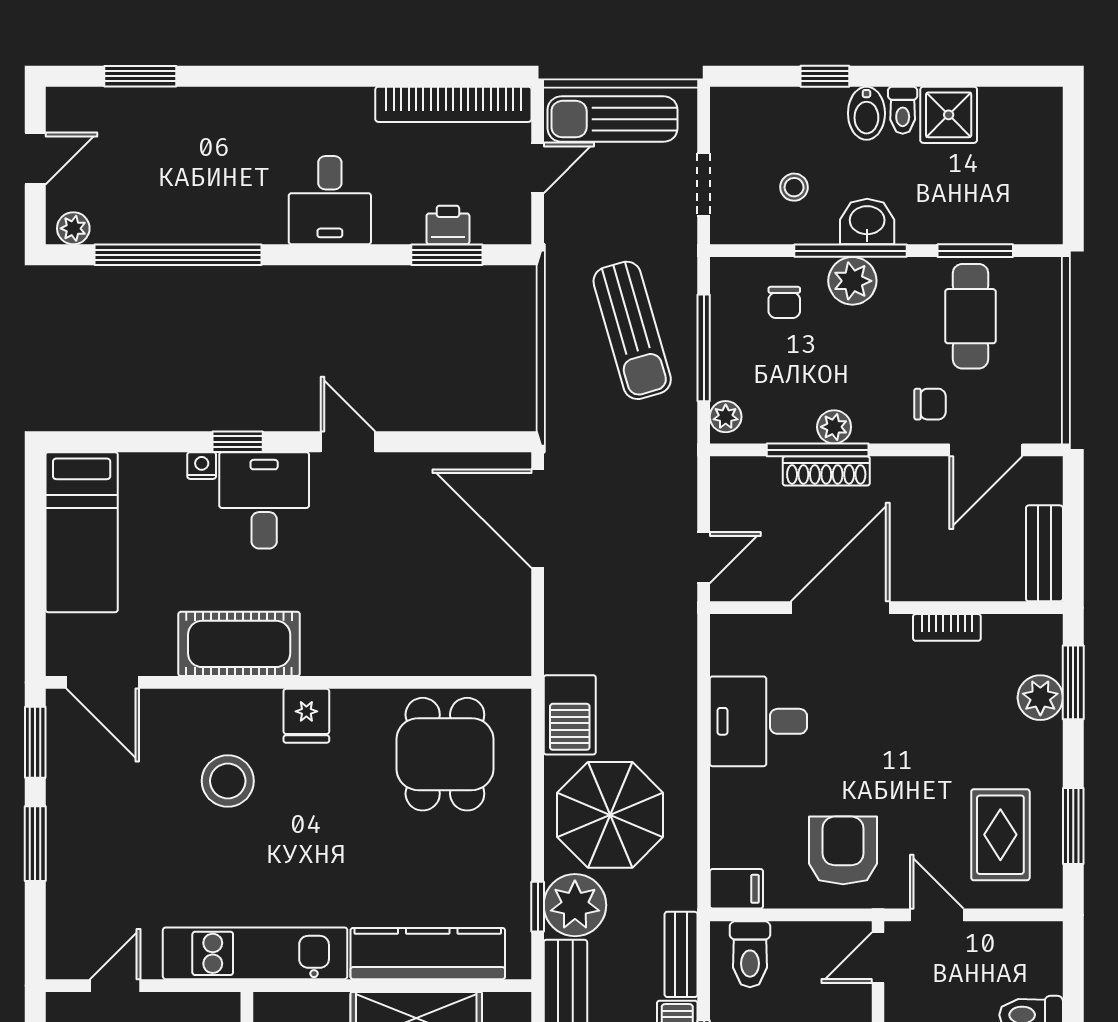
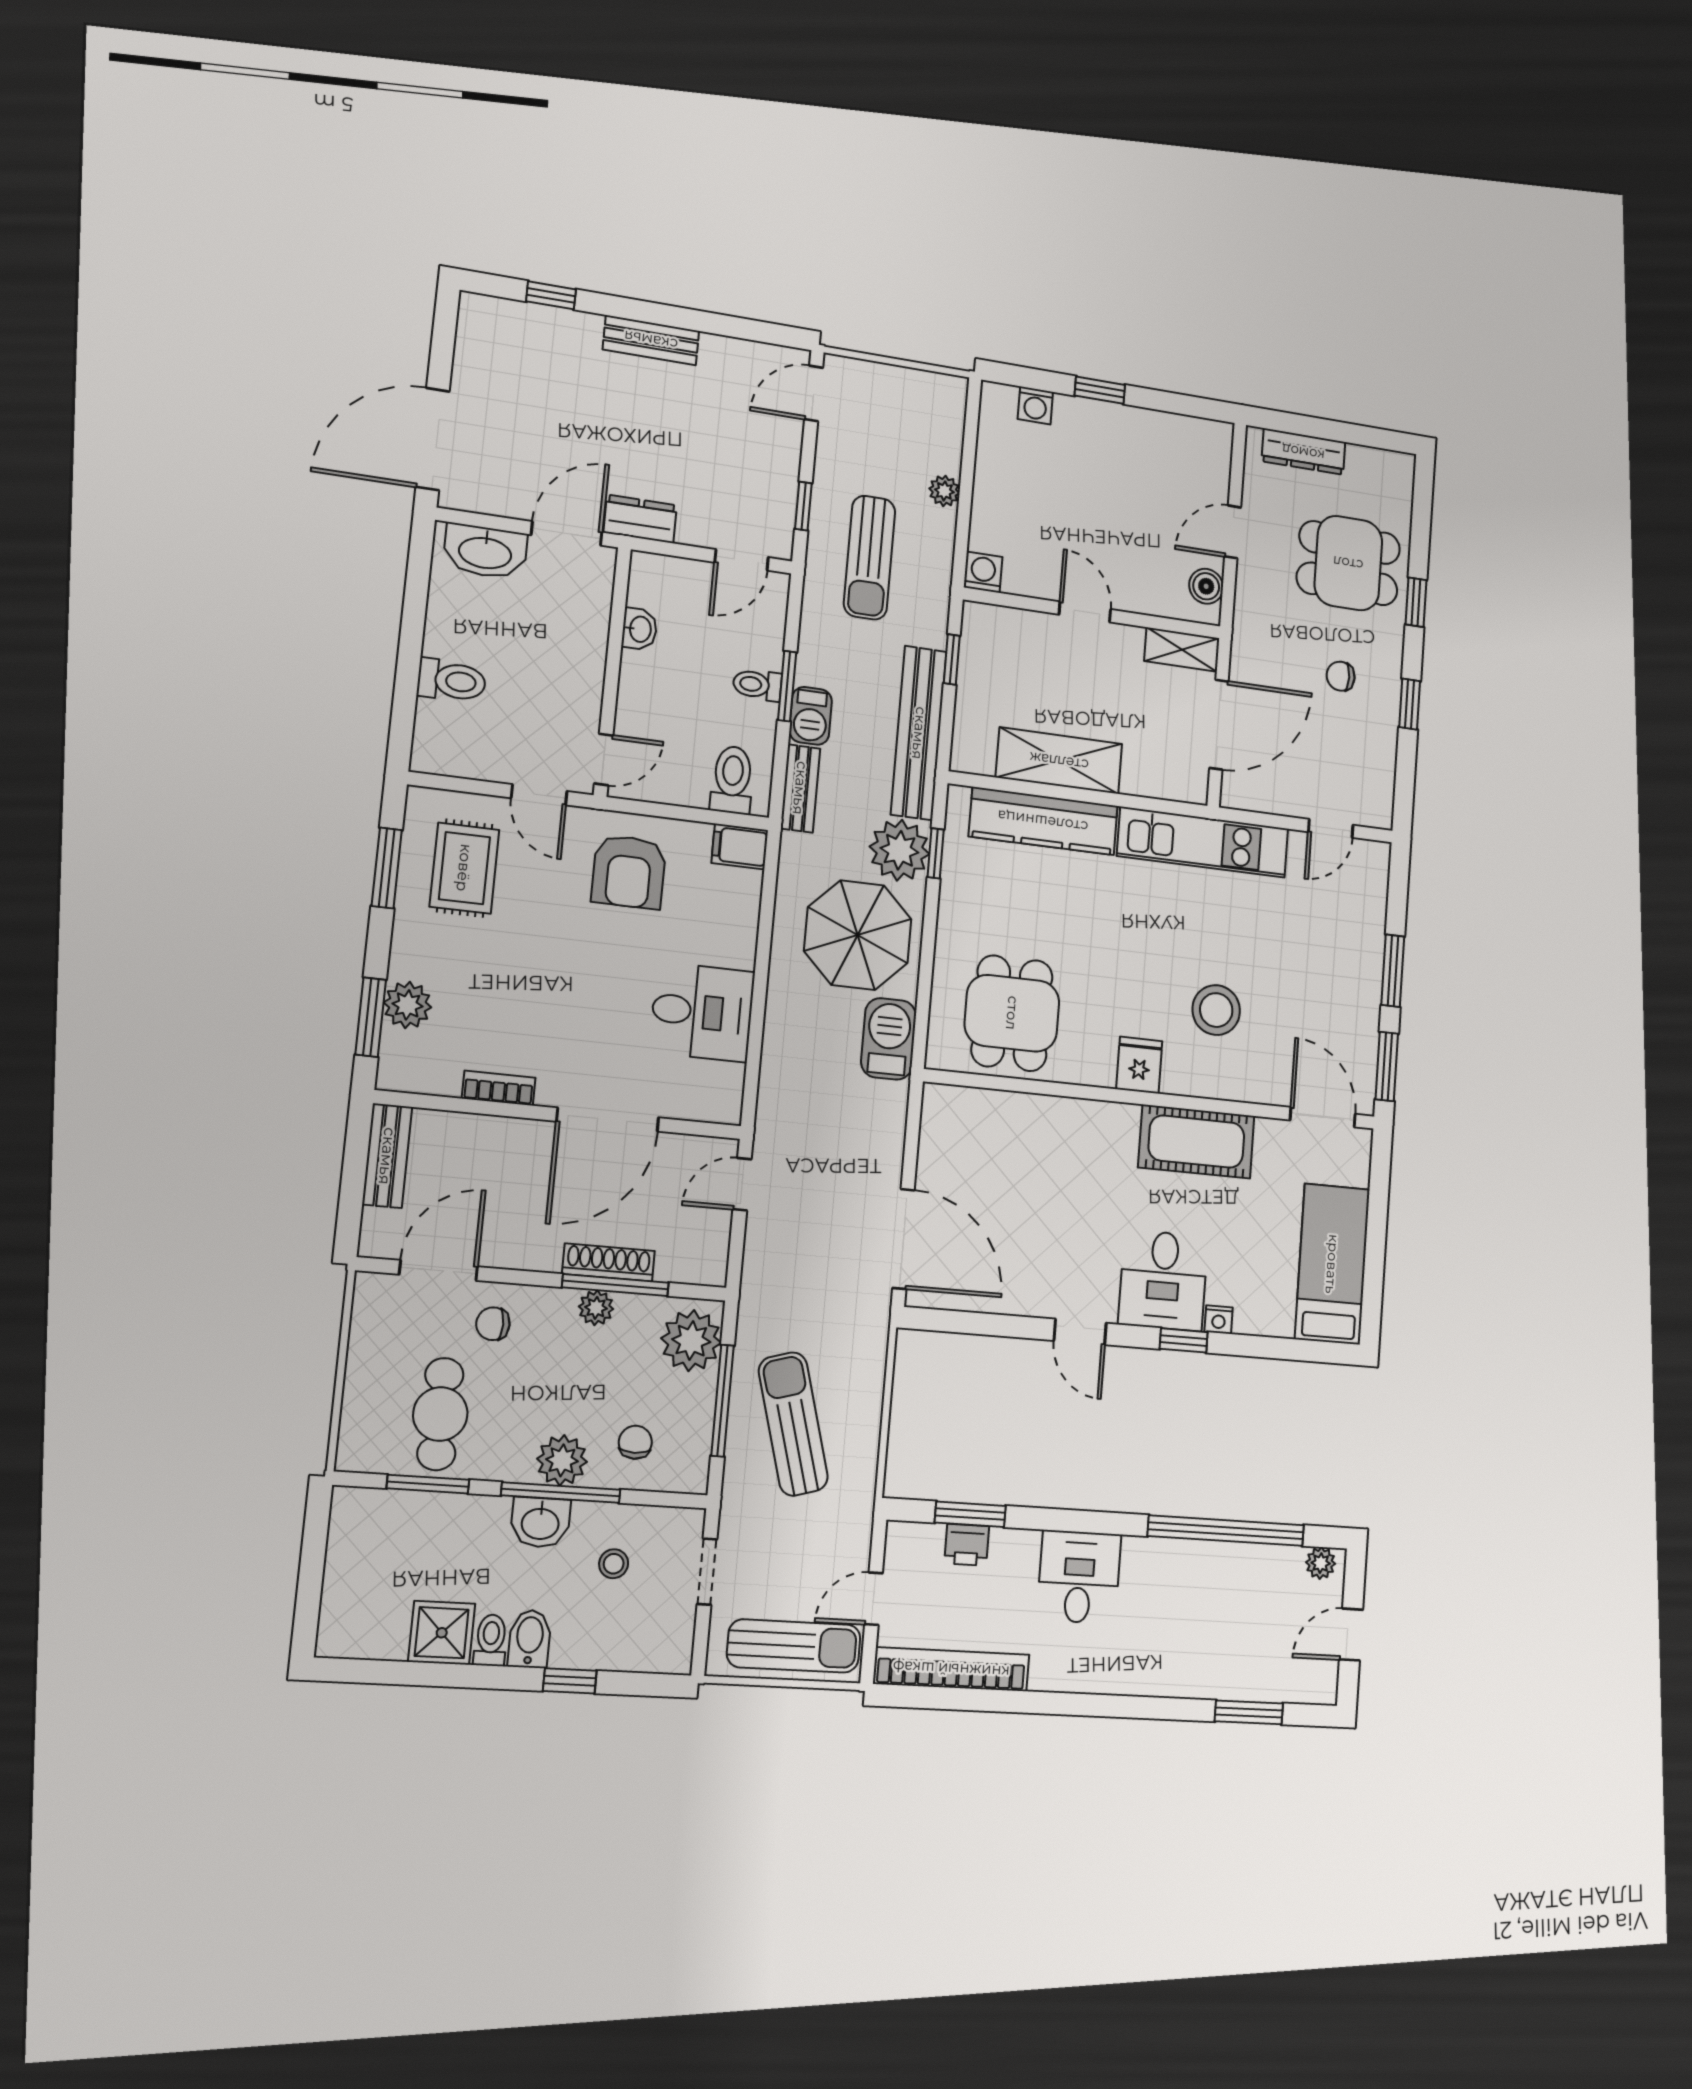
plant: (726, 417) -> (691, 1341), width x1.88, depth x1.88

